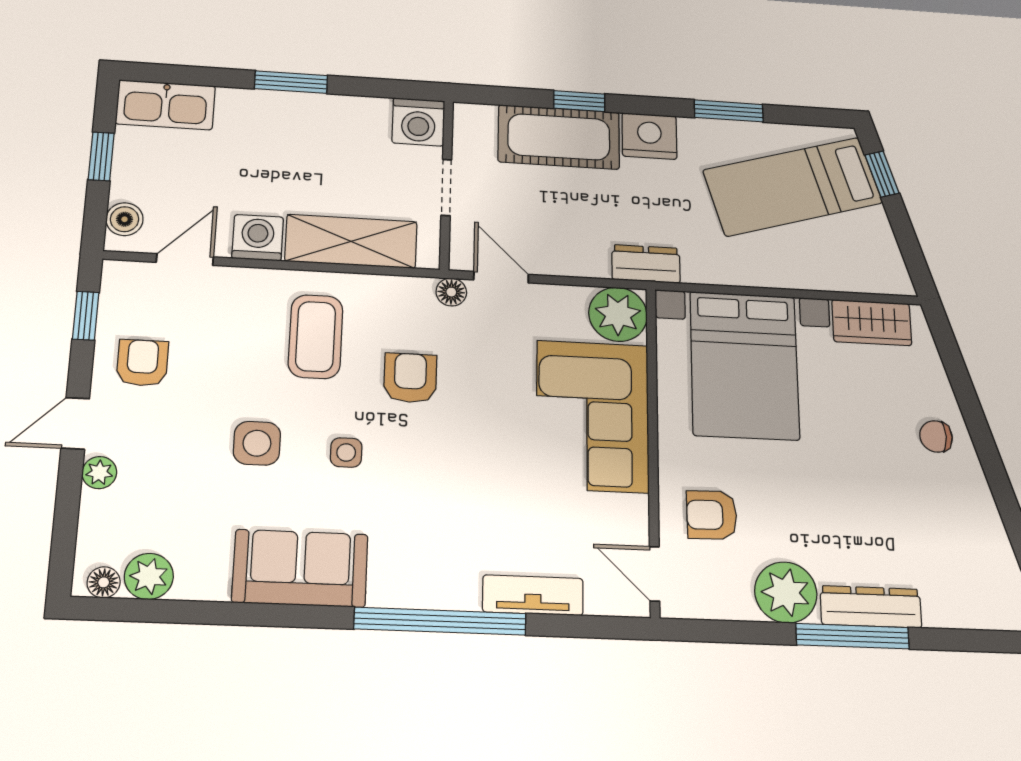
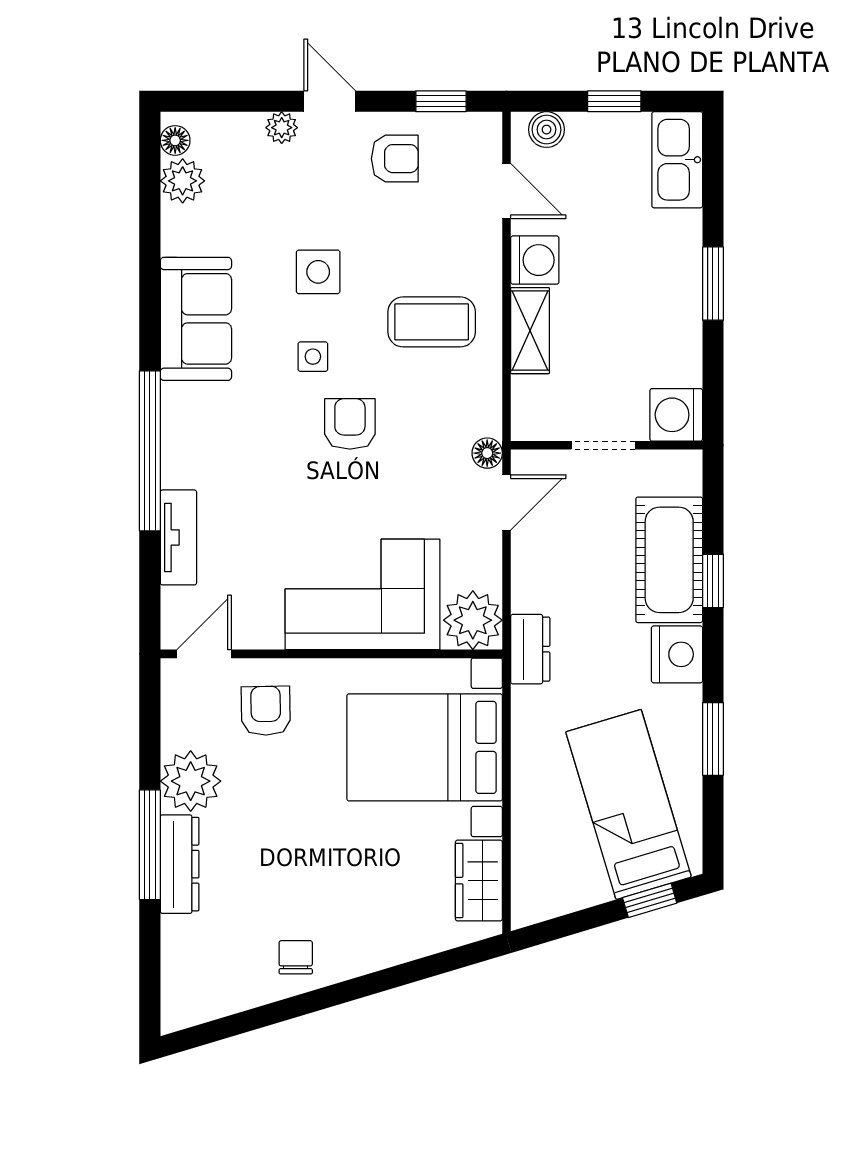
shelving: (351, 241) -> (530, 331), width x0.67, depth x0.75
armchair: (410, 378) -> (350, 424), moved, turned -90
chair: (936, 436) -> (296, 957), moved

